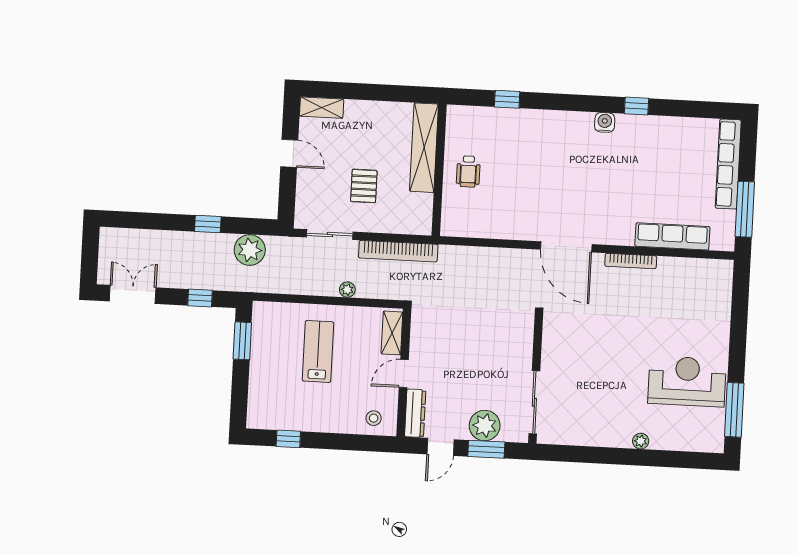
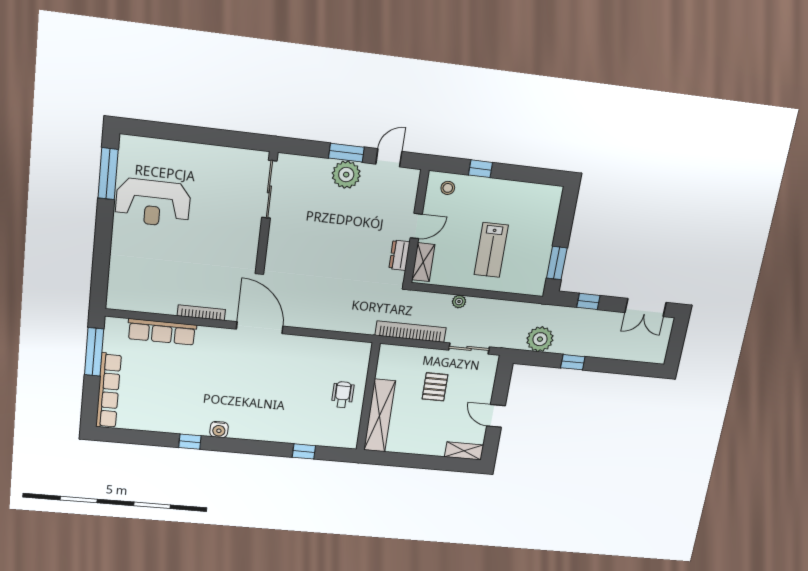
wall: (536, 380) -> (267, 210), moved
sliding door: (534, 402) -> (269, 189), moved
dresser: (415, 413) -> (399, 255), moved, width x0.70
window: (288, 439) -> (480, 169), moved
plant: (641, 441) -> (200, 150), removed

